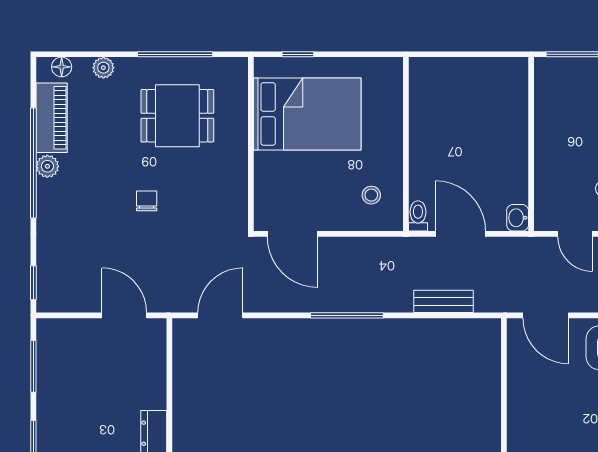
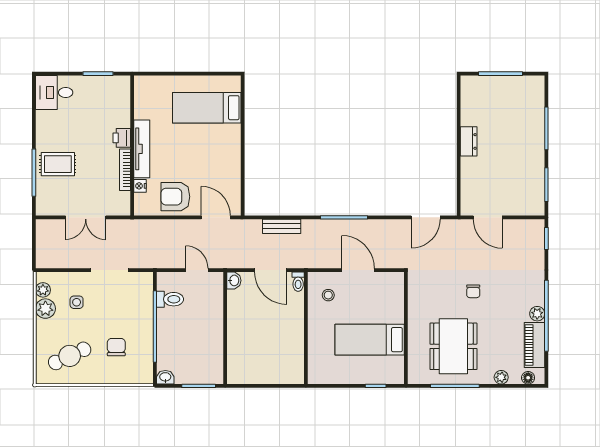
bed: (307, 114) -> (370, 340), width x0.67
dining table: (177, 116) -> (453, 346), width x1.38
door: (292, 234) -> (358, 270), moved

